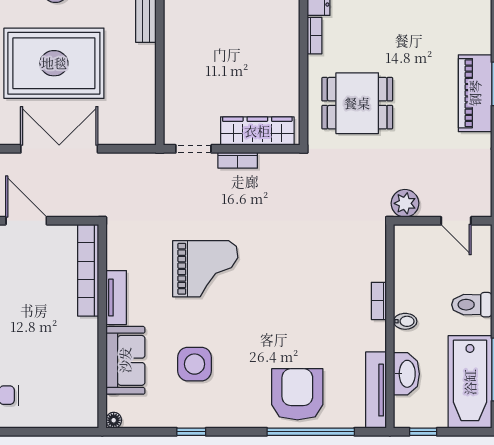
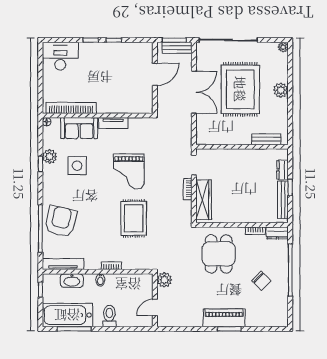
chair: (407, 25) -> (261, 281), added
rug: (292, 260) -> (134, 218), added
bookcase: (88, 270) -> (71, 108), moved
armchair: (297, 394) -> (61, 221), turned -77
plant: (178, 415) -> (50, 157), added

